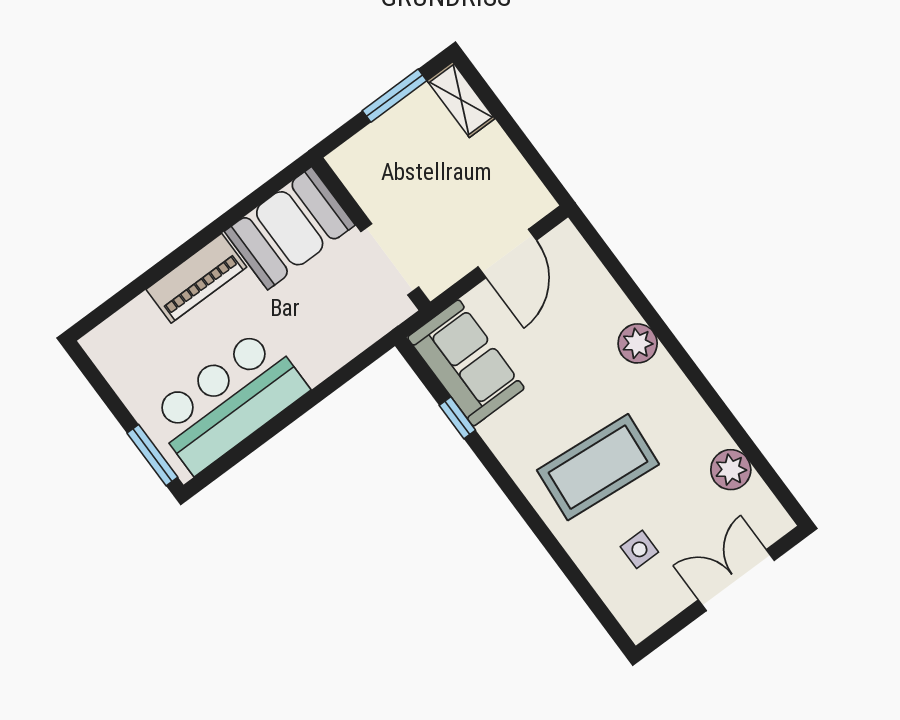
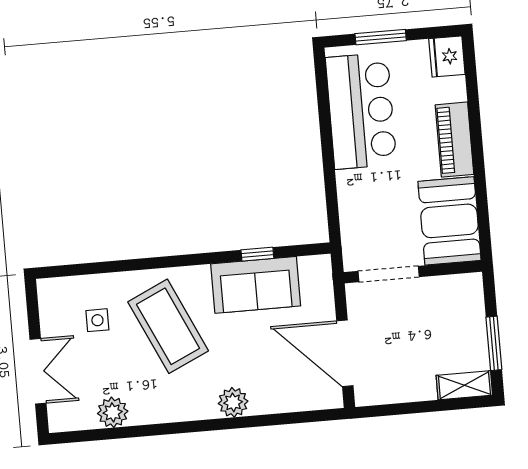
door: (507, 254) -> (345, 353), width x1.36
fridge: (110, 343) -> (447, 56), added
sofa: (466, 363) -> (256, 285), moved
window: (152, 455) -> (381, 37), moved
coffee table: (598, 467) -> (168, 326), turned -30

